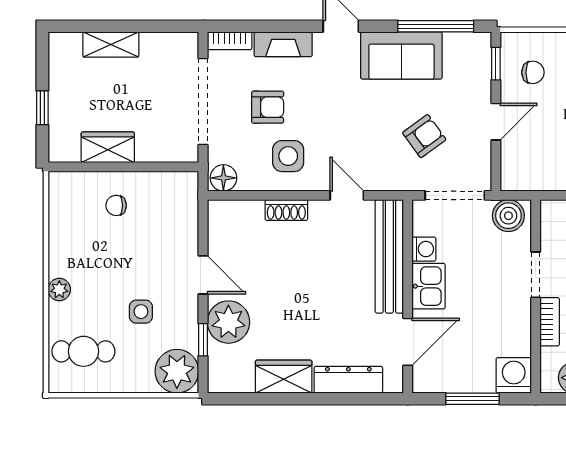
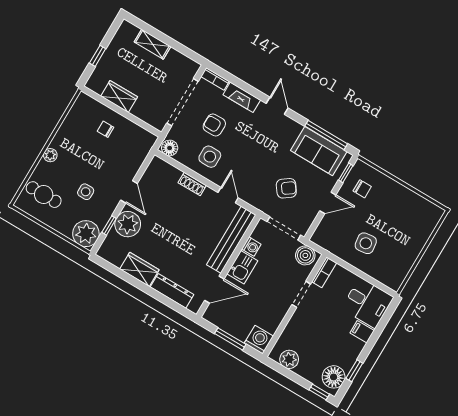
sofa: (401, 55) -> (319, 151), moved
armchair: (268, 107) -> (214, 125), turned 180
bookcase: (550, 322) -> (324, 272), moved

